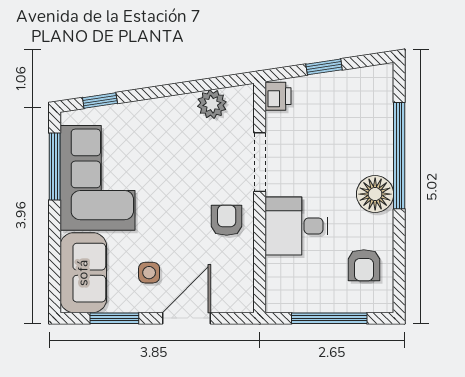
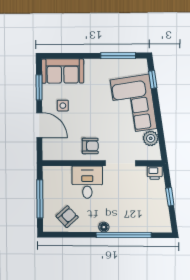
corner sofa: (97, 178) -> (134, 104), moved, turned 81
floor lamp: (375, 194) -> (104, 227), width x0.53, depth x0.53
armchair: (364, 265) -> (67, 217), turned 137

